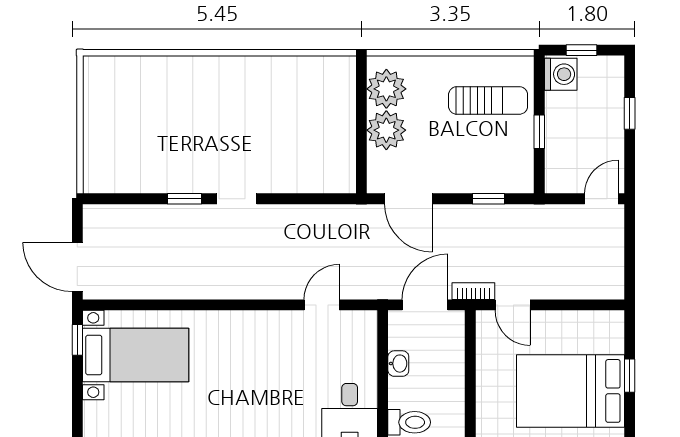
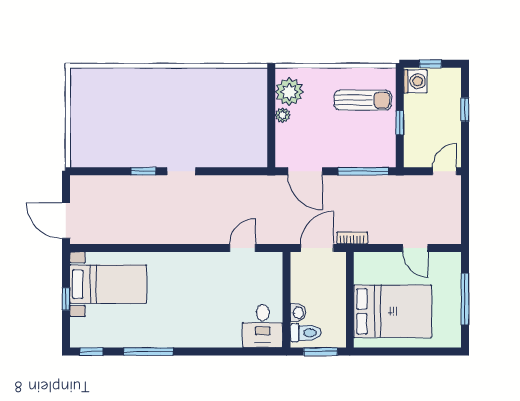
plant: (386, 130) -> (283, 115), width x0.53, depth x0.53
window: (489, 199) -> (363, 171), width x2.17
door: (513, 305) -> (415, 248), moved
window: (77, 340) -> (66, 299), moved
washbasin: (398, 364) -> (298, 313), moved
window: (630, 376) -> (465, 299), width x2.17
bed: (570, 391) -> (393, 311), moved, turned 180

